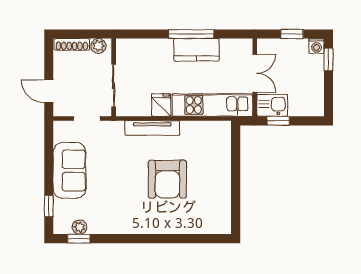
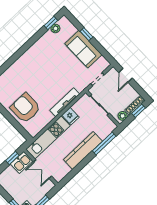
window: (73, 34) -> (139, 111), added
window: (191, 34) -> (104, 144), moved
kitchen counter: (196, 50) -> (83, 150), width x1.50
door: (49, 91) -> (125, 75), swing flipped
armchair: (167, 179) -> (25, 108), moved
window: (49, 206) -> (86, 34), moved

